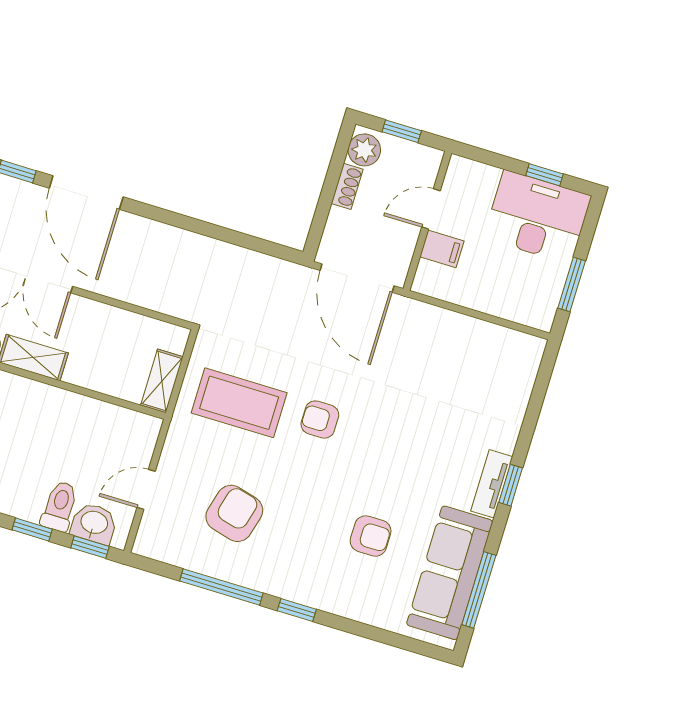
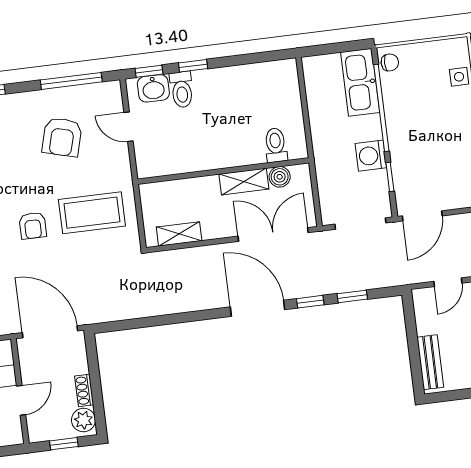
shelving: (162, 381) -> (179, 234), moved, turned 90
armchair: (320, 420) -> (33, 226), turned 90
door: (146, 489) -> (129, 127), swing flipped
window: (221, 587) -> (71, 81), moved

